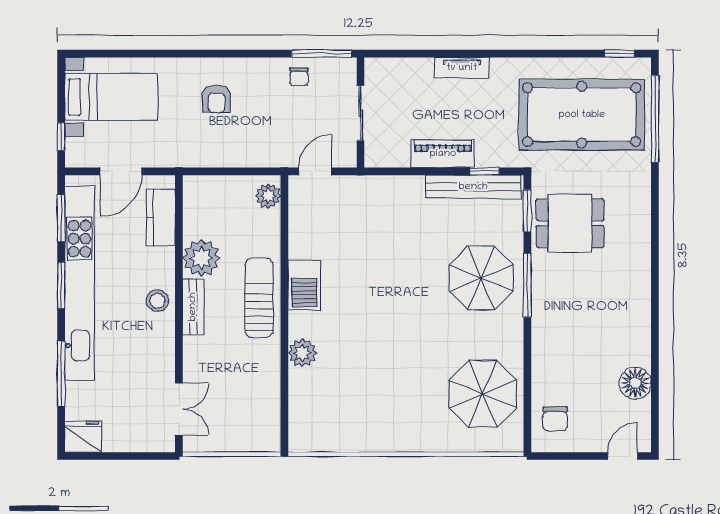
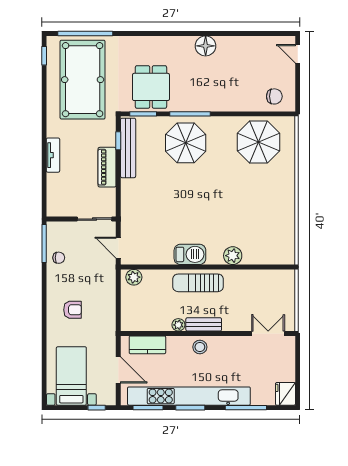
sliding door: (360, 113) -> (95, 219), moved
plant: (201, 258) -> (178, 325), width x0.53, depth x0.53
floor lamp: (635, 383) -> (206, 46), moved

